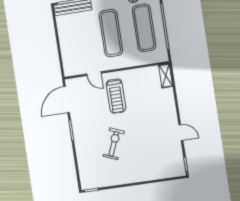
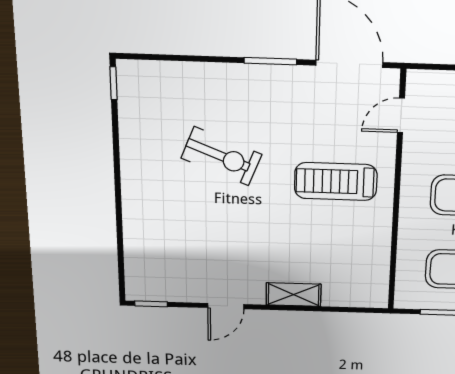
door: (94, 74) -> (401, 115), moved
shelving: (166, 76) -> (294, 295), moved

